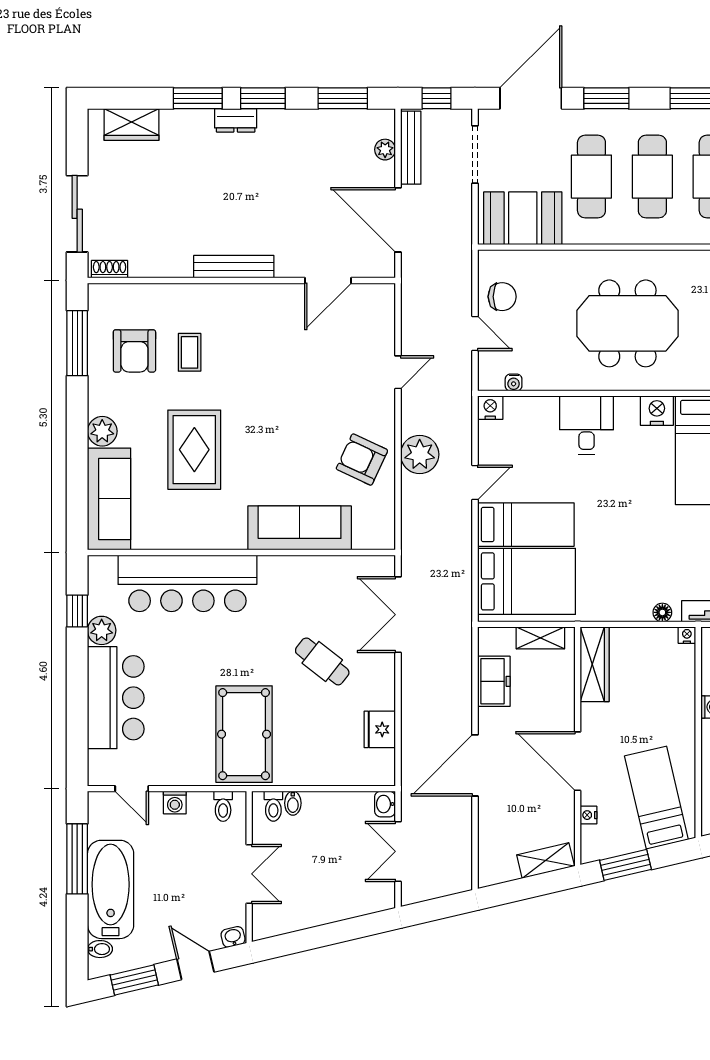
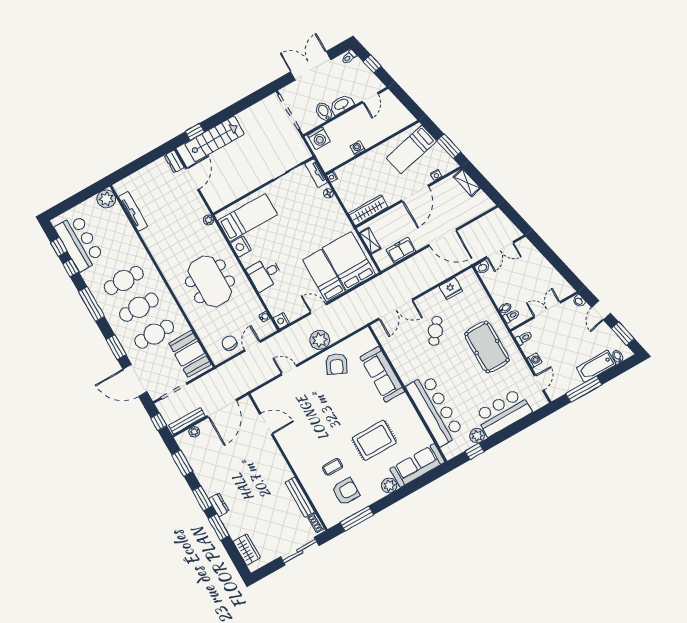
bench: (234, 267) -> (300, 497), moved
pool table: (244, 734) -> (487, 347), turned 90
bathtub: (111, 889) -> (596, 366), width x0.73, depth x0.73

